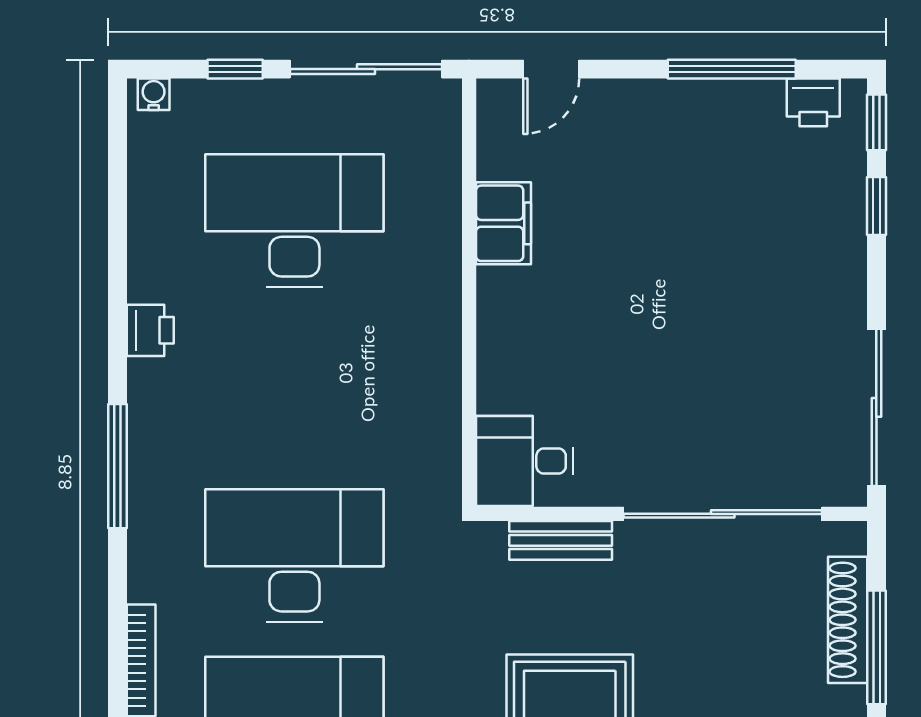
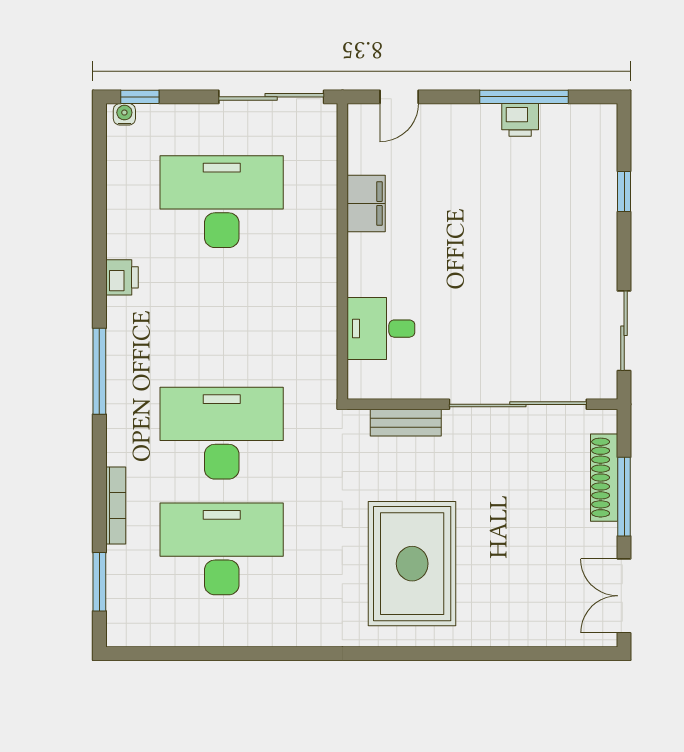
window: (235, 69) -> (140, 97), moved
printer: (813, 102) -> (520, 120), moved
window: (876, 122) -> (624, 134), removed
sliding door: (876, 407) -> (624, 331), width x0.73
desk: (525, 461) -> (381, 329), moved

